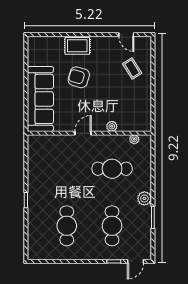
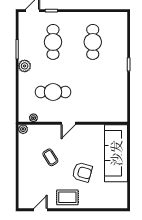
door: (126, 35) -> (41, 210), hinge flipped
rug: (77, 46) -> (67, 197), moved
coffee table: (132, 69) -> (50, 157), moved
plant: (112, 126) -> (23, 129), moved
door: (83, 133) -> (68, 123), moved

